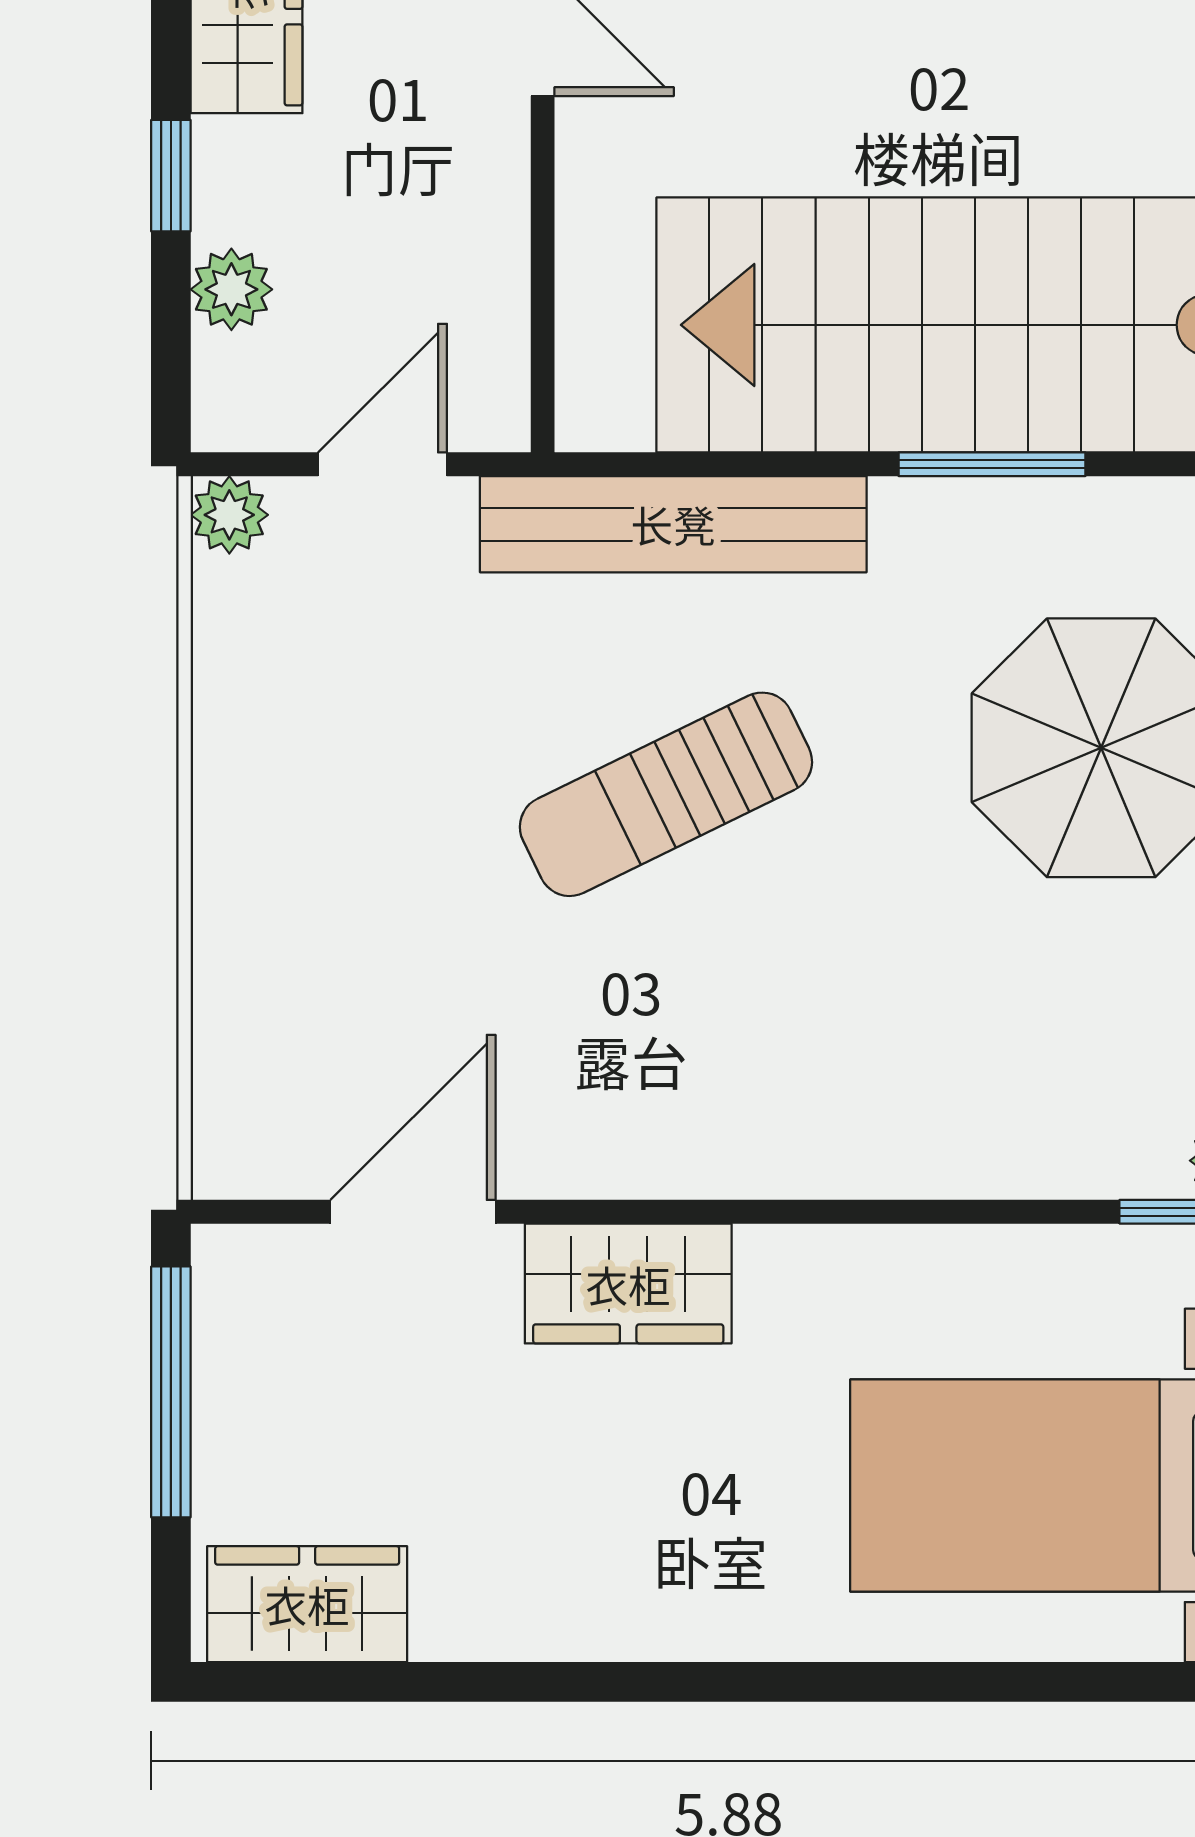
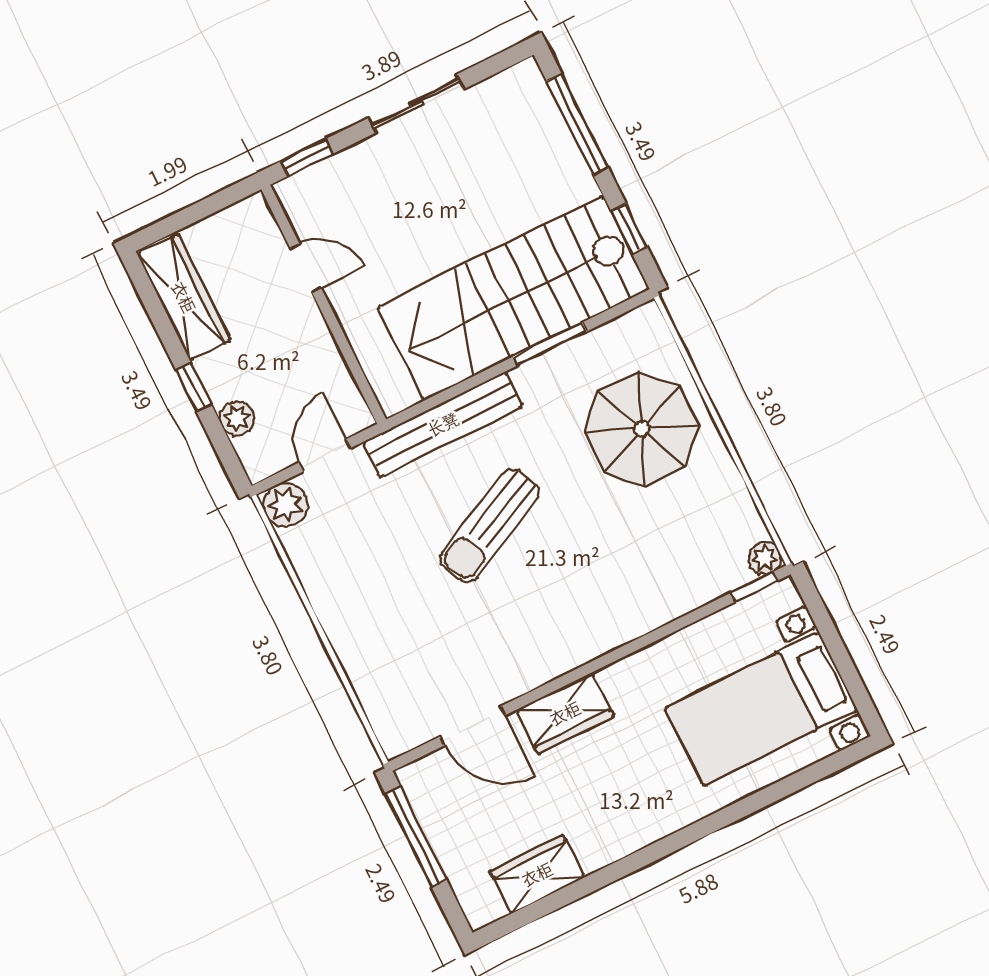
plant: (229, 515) -> (285, 505), width x1.38, depth x1.38
door: (413, 1212) -> (472, 726), swing flipped
wardrobe: (307, 1604) -> (537, 874), moved

